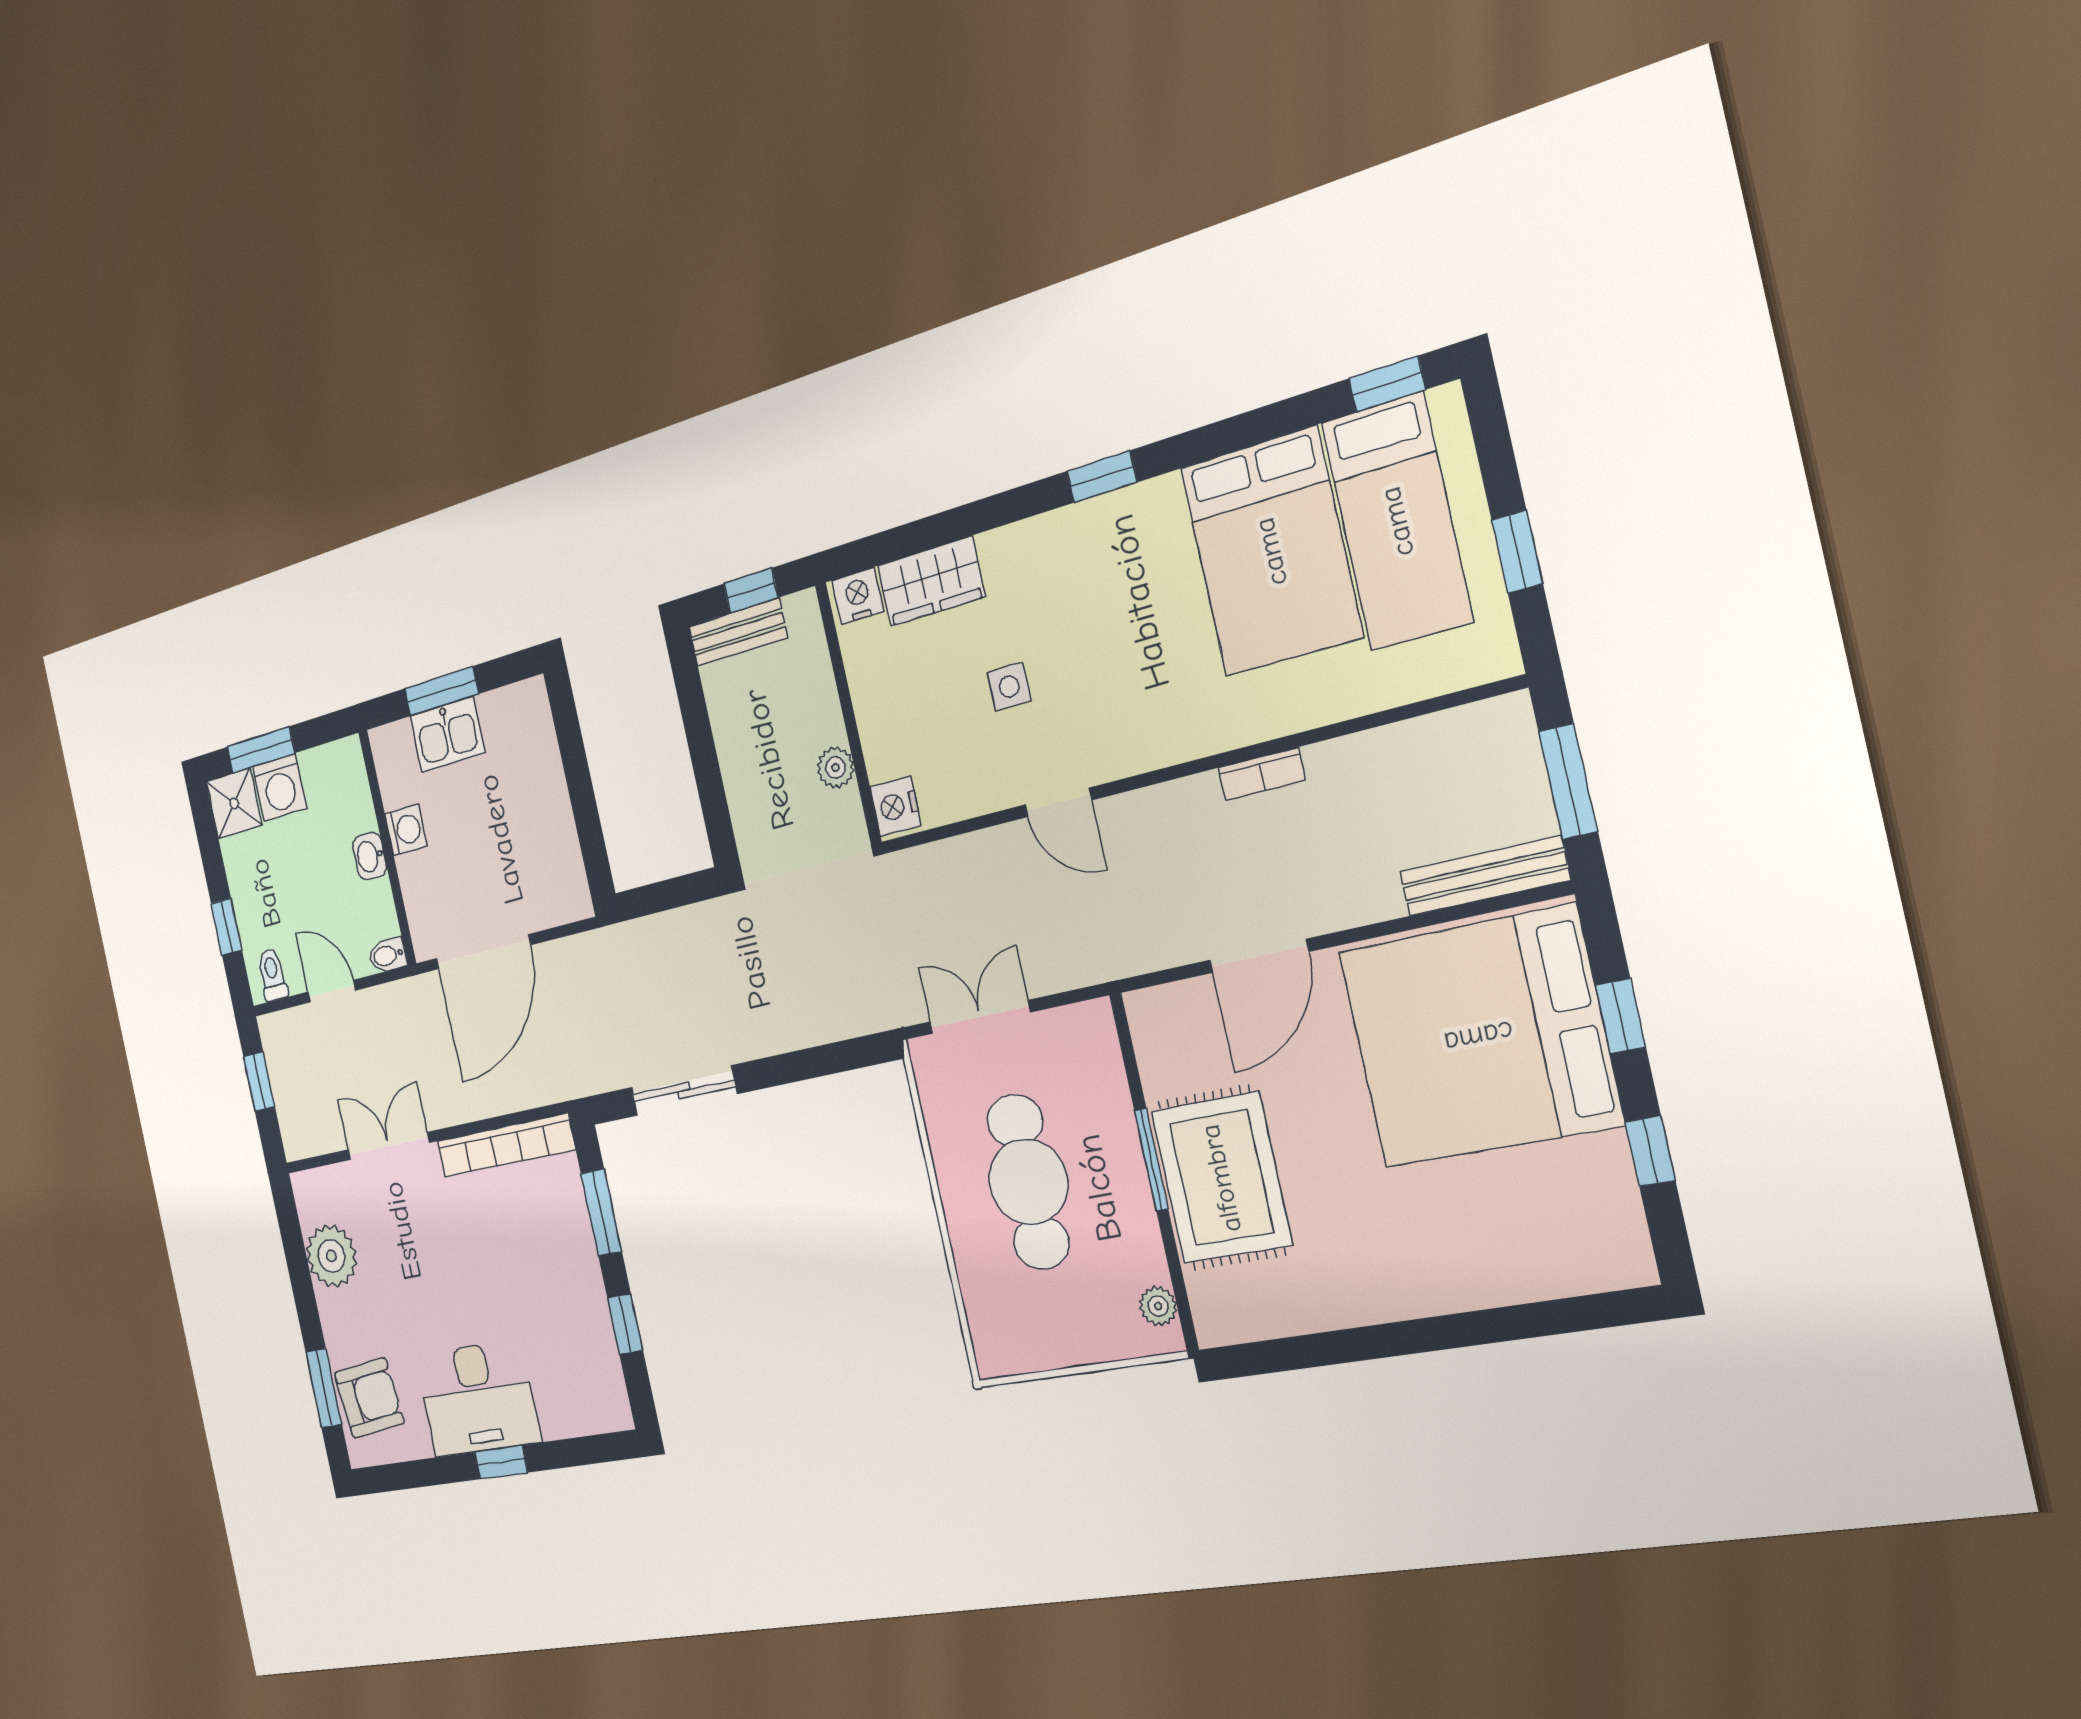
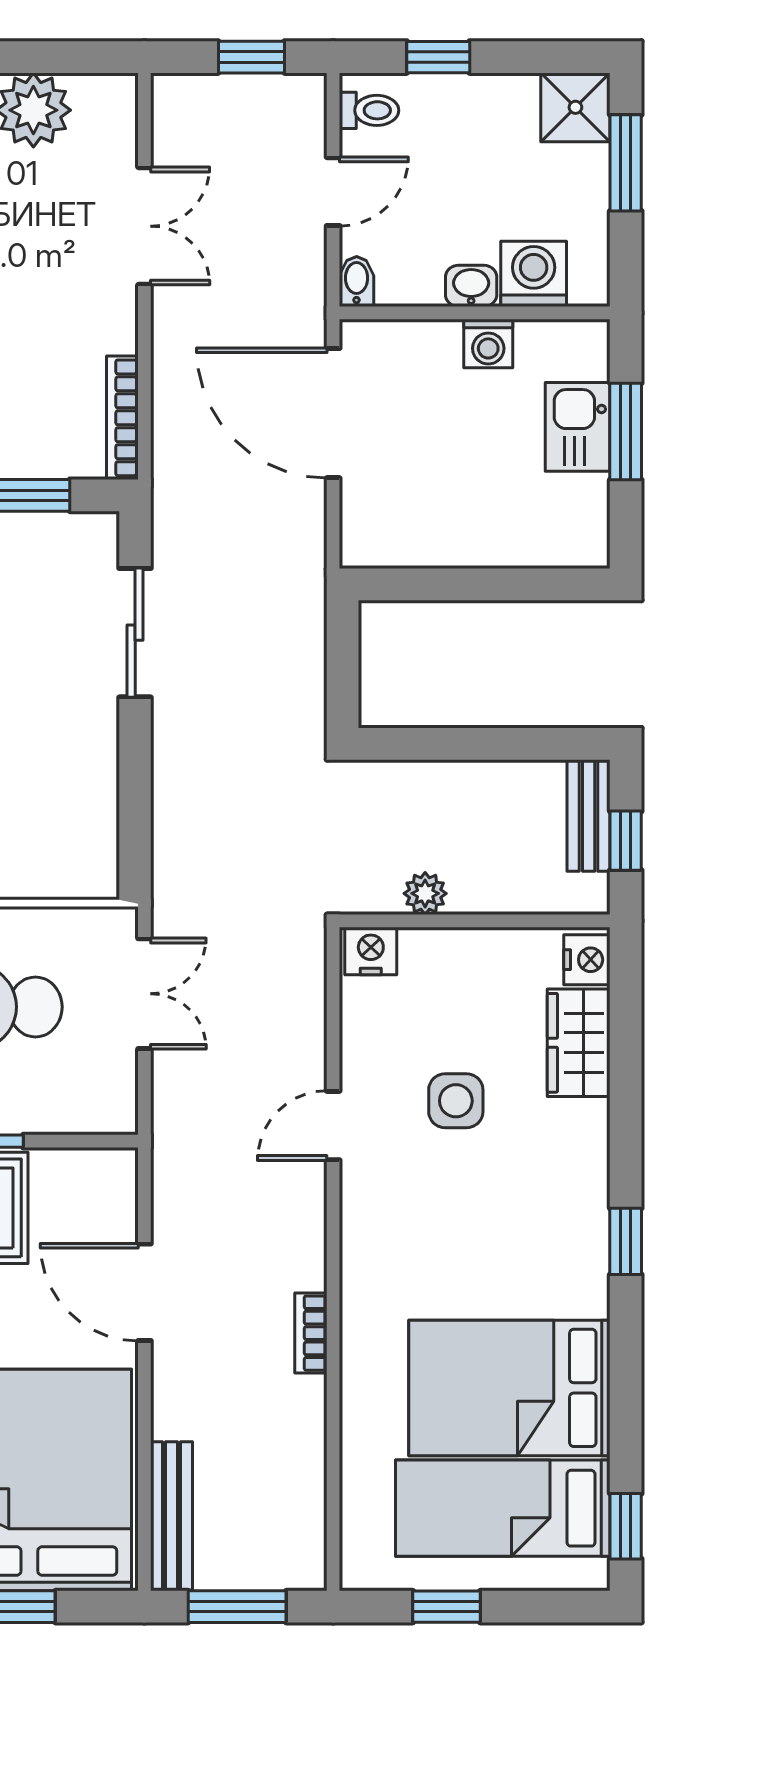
side table: (1009, 687) -> (456, 1101), width x1.37, depth x1.37
washing machine: (280, 787) -> (534, 274), moved, turned 90
bookcase: (506, 1145) -> (122, 418), width x0.68, depth x0.76

